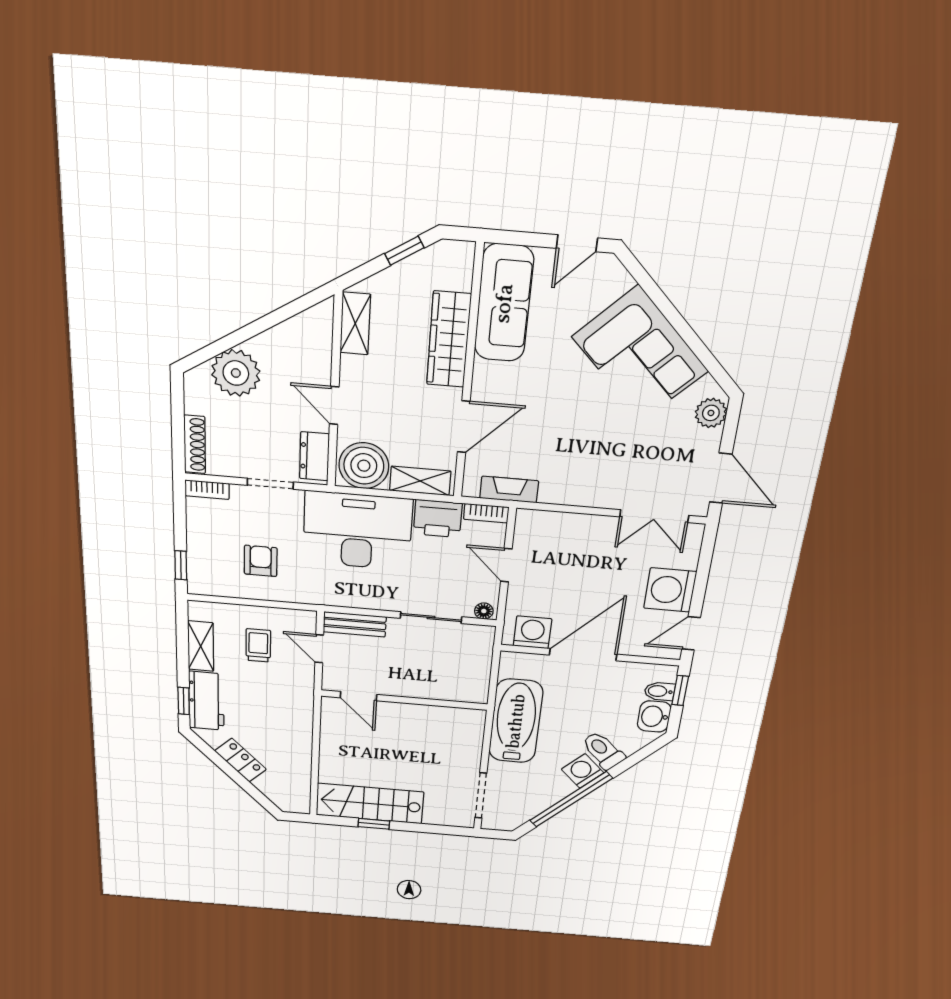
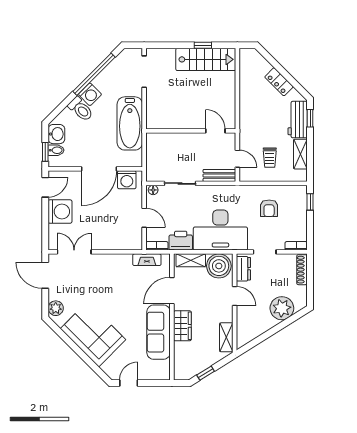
sofa: (504, 303) -> (159, 332), moved
wardrobe: (449, 340) -> (182, 326), width x0.67

